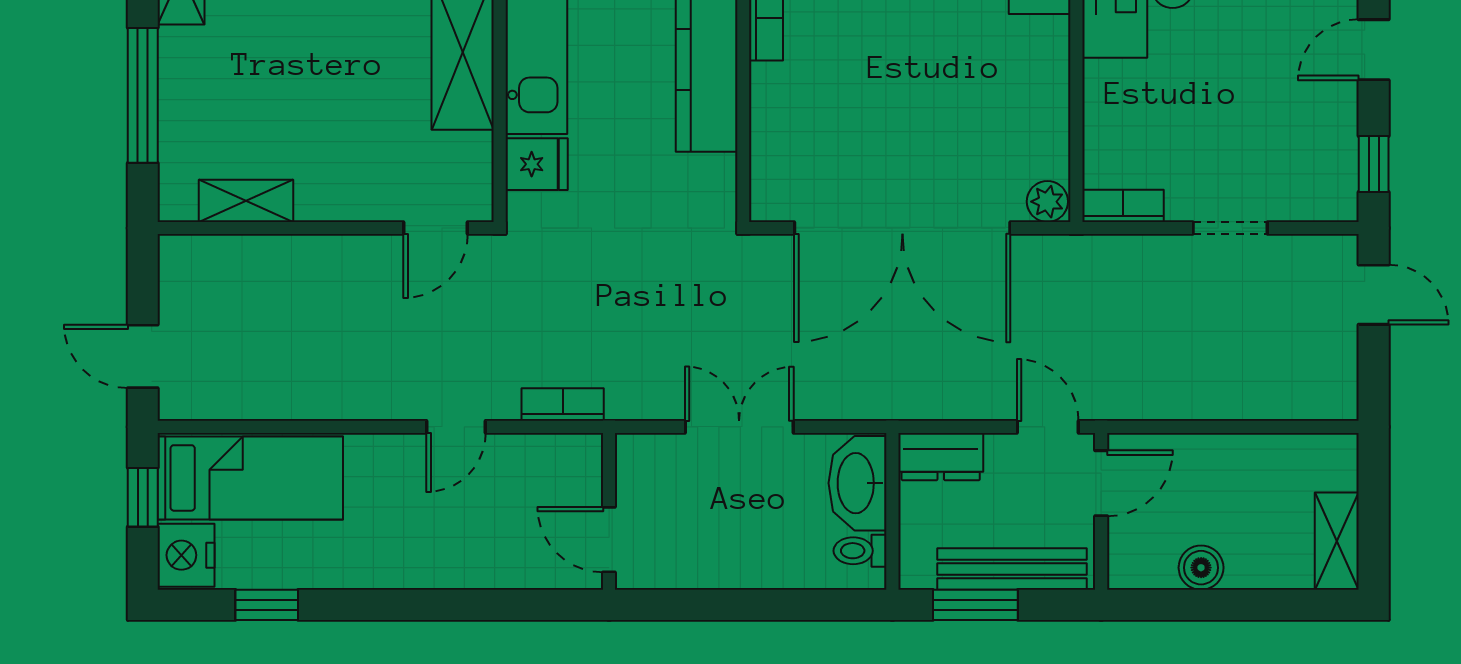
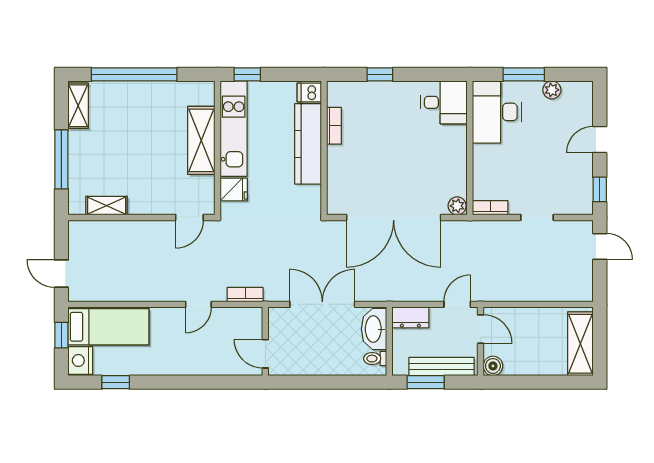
double door: (739, 427) -> (322, 304), width x1.37
door: (1048, 427) -> (457, 304), hinge flipped
door: (1101, 483) -> (481, 329), hinge flipped
shelving: (1337, 541) -> (580, 344), width x1.50, depth x1.33
boiler: (1201, 568) -> (493, 366), moved

